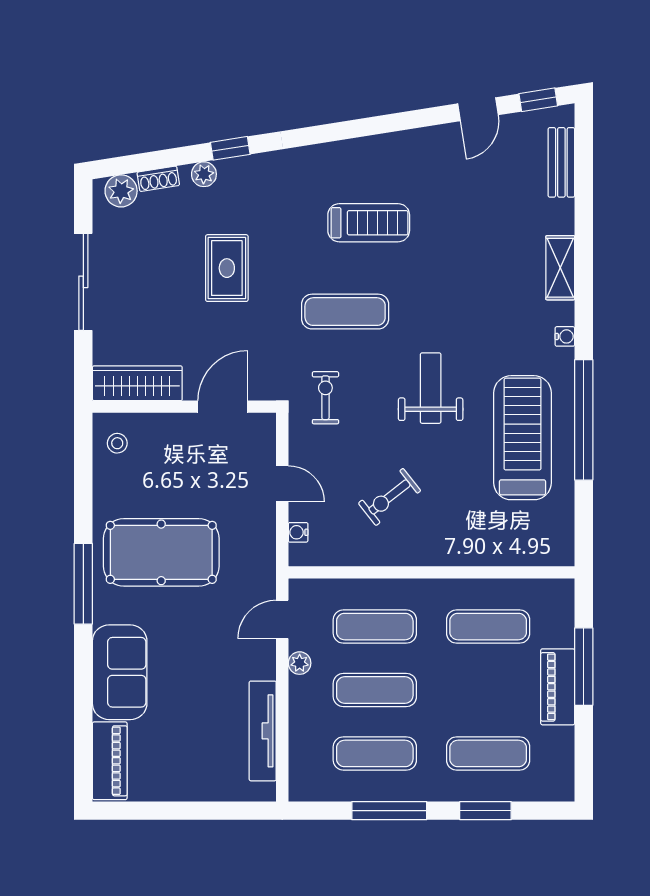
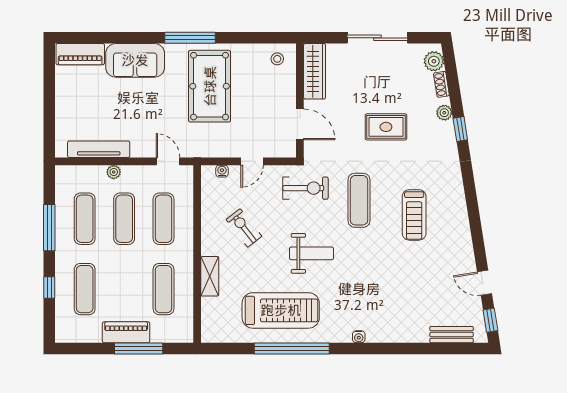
shelving: (560, 268) -> (210, 276), moved, turned 90
water cooler: (565, 336) -> (359, 337), moved
exercise bike: (325, 398) -> (306, 188), width x1.38, depth x1.39
plant: (300, 663) -> (114, 172), moved
window: (485, 811) -> (49, 287), width x0.67

